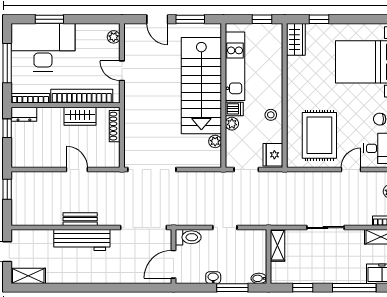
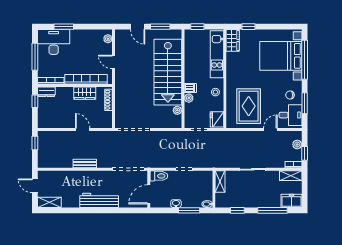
window: (262, 19) -> (197, 27), moved
desk: (43, 47) -> (54, 42), width x0.73, depth x0.77
kitchen unit: (235, 66) -> (217, 54), moved, turned 180
workbench: (82, 240) -> (99, 200), moved, turned 180

